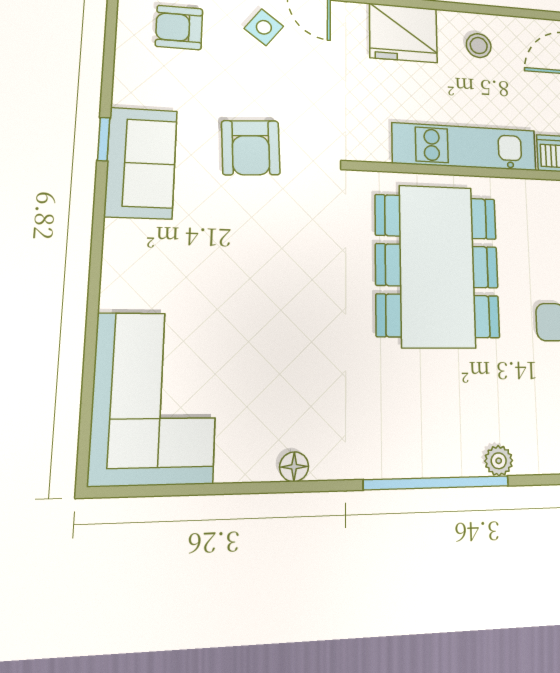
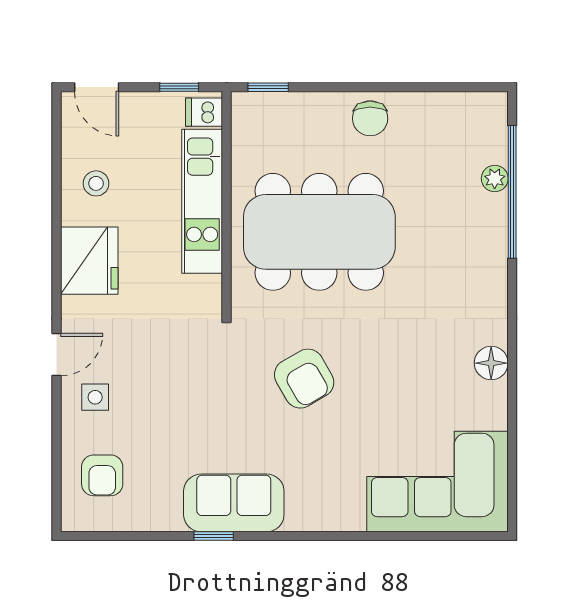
side table: (264, 27) -> (95, 397), turned -37
armchair: (251, 148) -> (304, 379), moved, turned 63
floor lamp: (294, 467) -> (491, 363), width x1.37, depth x1.37
window: (437, 483) -> (512, 192), moved

